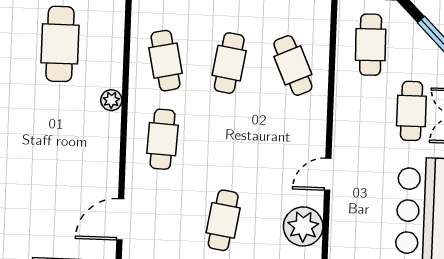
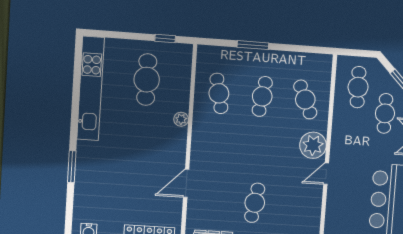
cafe table: (411, 111) -> (385, 113), moved
cafe table: (162, 139) -> (215, 147), removed
door: (120, 219) -> (186, 183), moved
plant: (303, 226) -> (313, 145), moved

